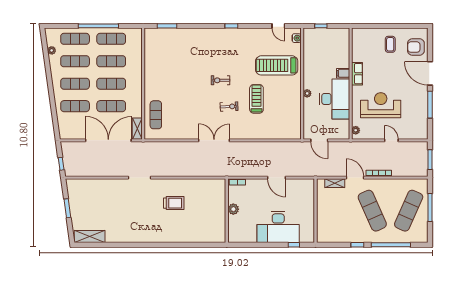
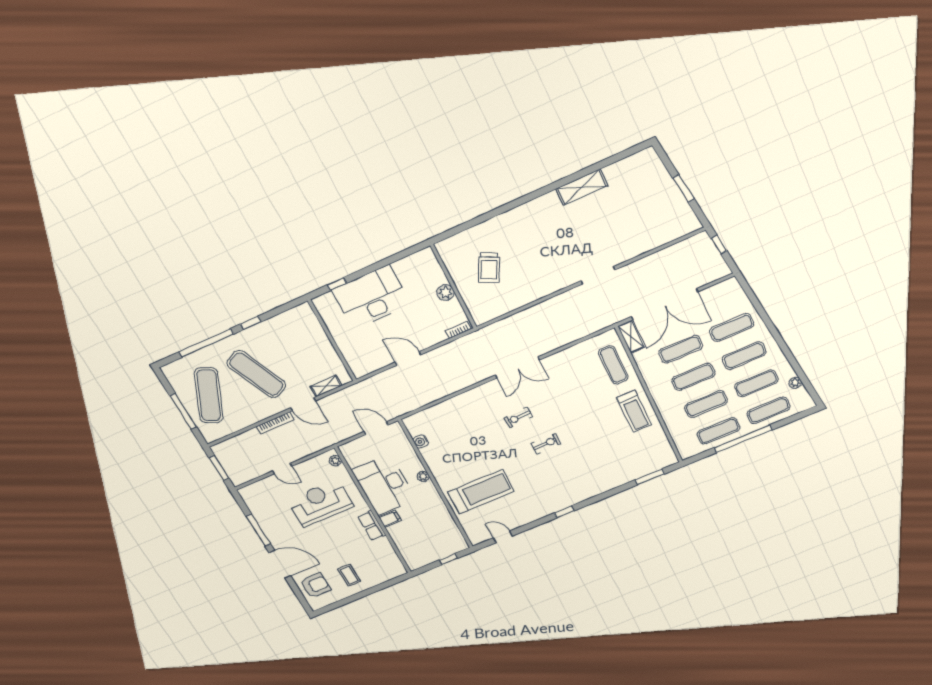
water cooler: (297, 38) -> (421, 441), moved
treadmill: (256, 99) -> (634, 411), moved
reception desk: (381, 105) -> (320, 503), turned 180
trolley: (174, 203) -> (489, 268), moved, turned -64
shelving: (90, 237) -> (582, 187), moved

